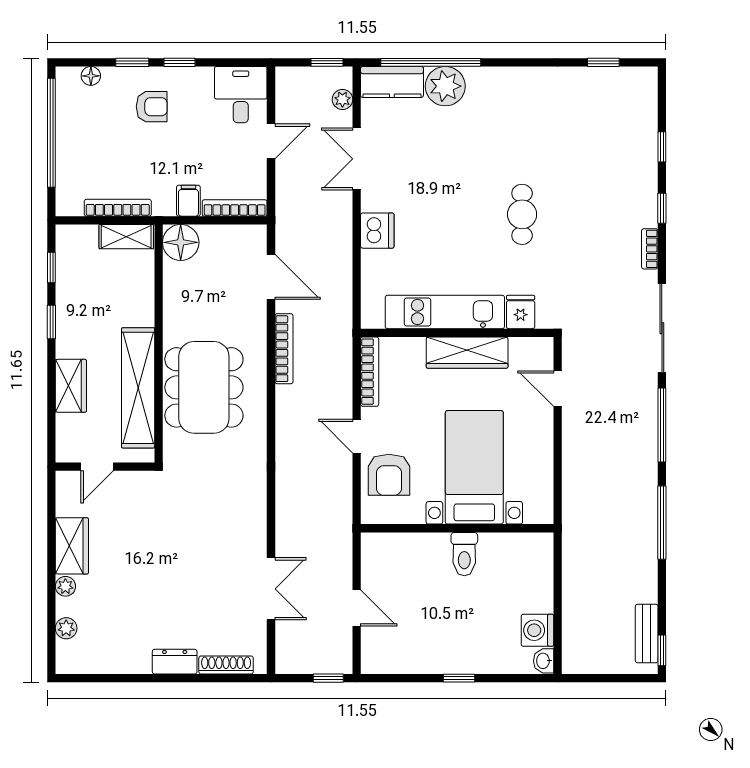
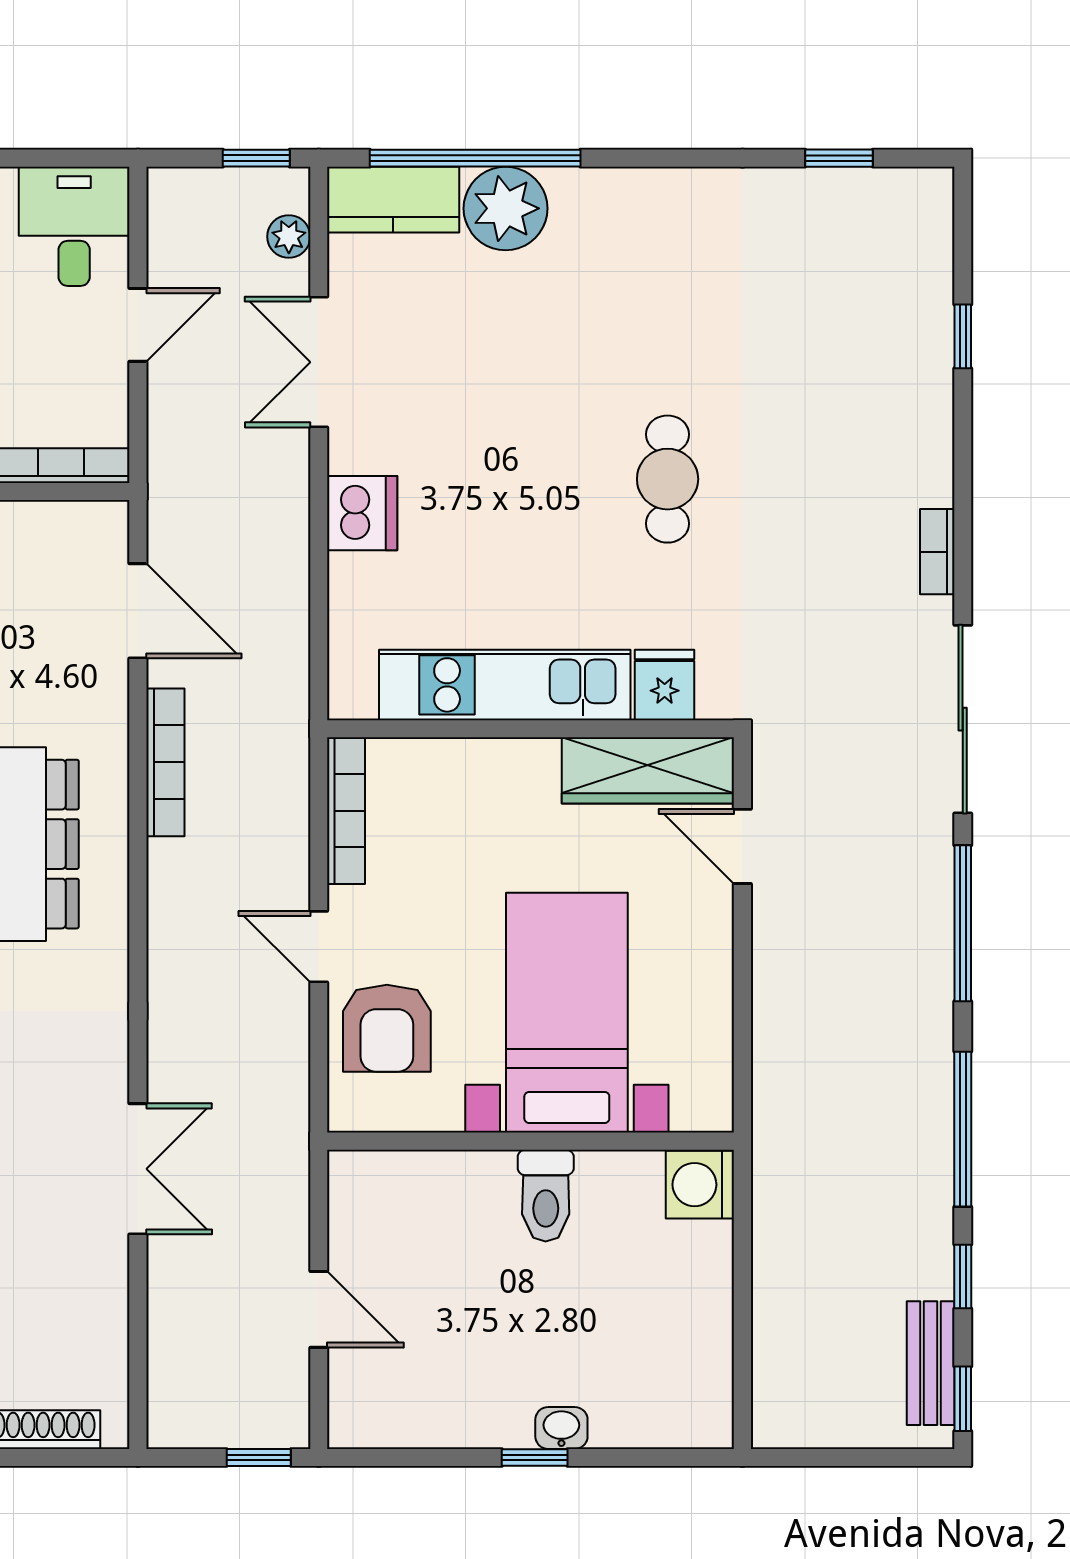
window: (662, 208) -> (963, 1277), moved
wardrobe: (467, 353) -> (648, 770), moved
double door: (271, 589) -> (138, 1169), moved
washing machine: (537, 630) -> (700, 1185), moved
washbasin: (544, 661) -> (561, 1428), moved, turned 90

